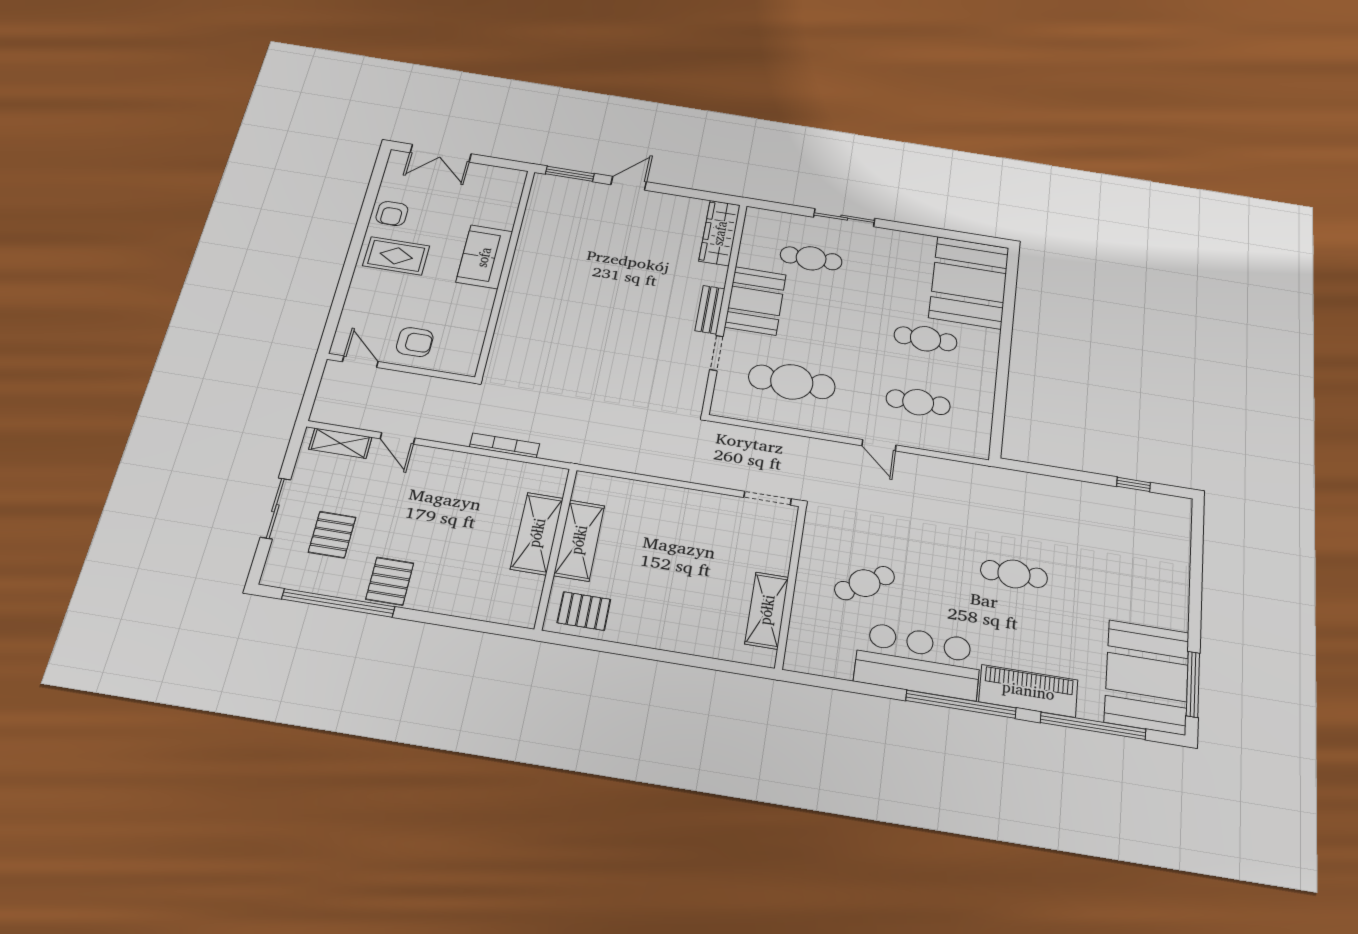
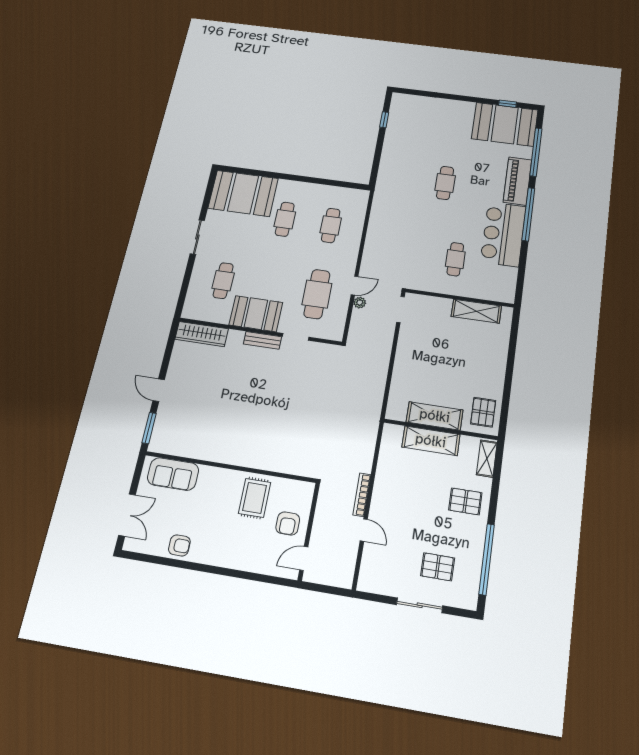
sliding door: (844, 218) -> (197, 237), moved
rug: (396, 256) -> (255, 498), moved
sofa: (484, 257) -> (173, 474), moved
armchair: (415, 342) -> (288, 523), turned 180
door: (398, 438) -> (364, 530), hinge flipped
plant: (778, 441) -> (360, 303), added
shelving: (340, 443) -> (487, 459), moved
bookcase: (505, 445) -> (362, 495), moved
door: (879, 445) -> (355, 286), moved
pallet: (390, 581) -> (465, 501), moved
cafe table: (865, 583) -> (455, 259), turned 33
window: (1193, 684) -> (507, 104), width x0.46

